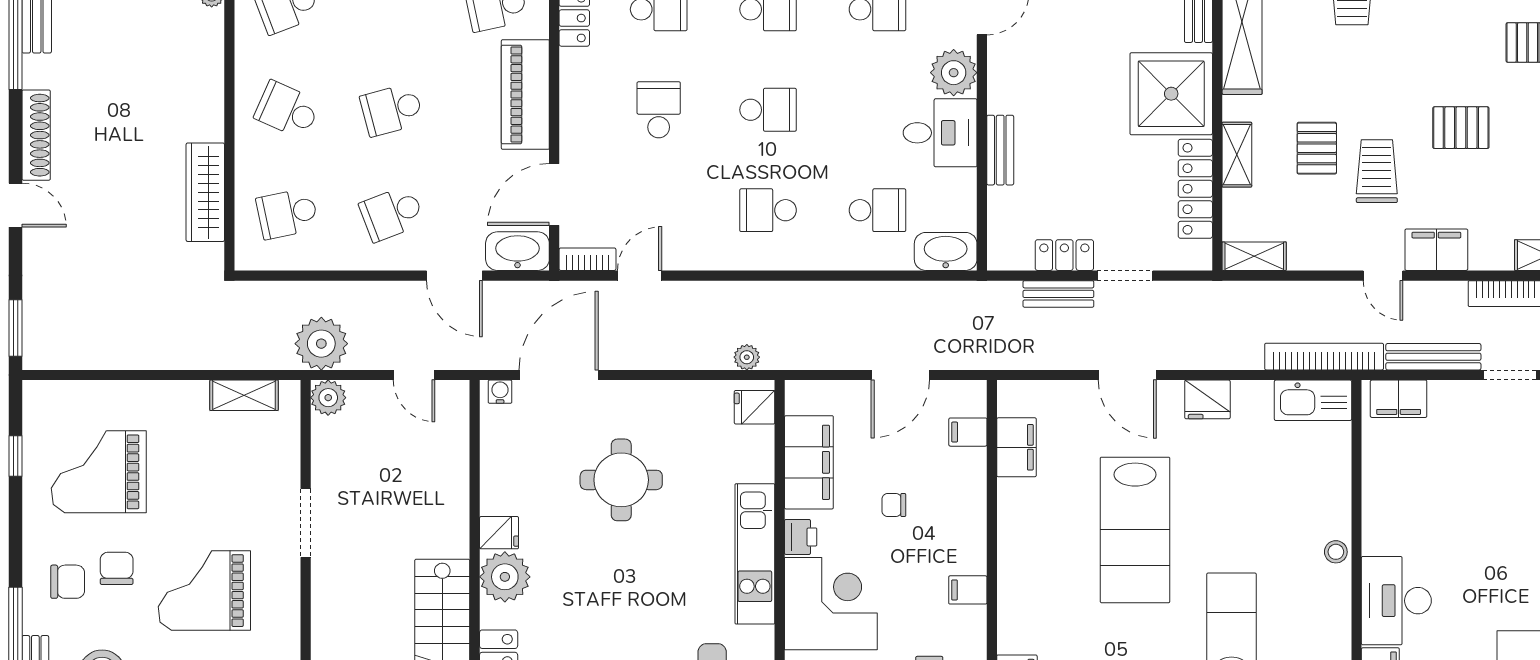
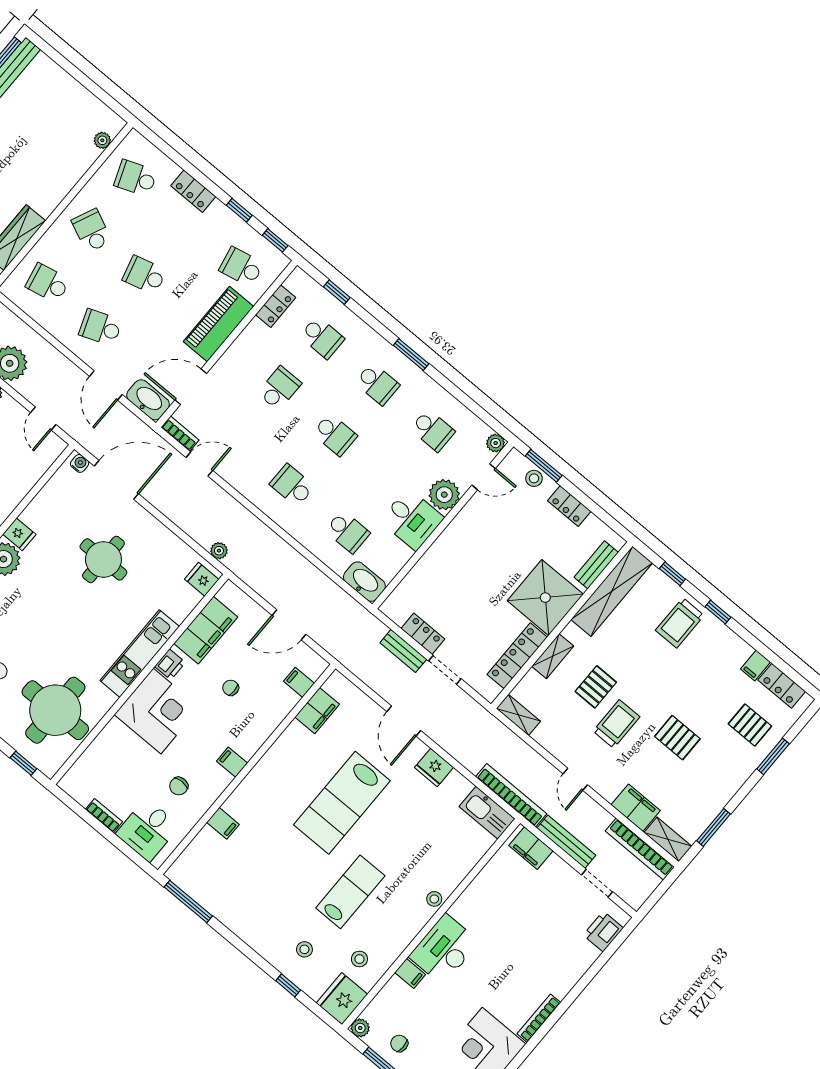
bench: (1000, 150) -> (435, 553), removed
filing cabinet: (1436, 250) -> (636, 808), moved

